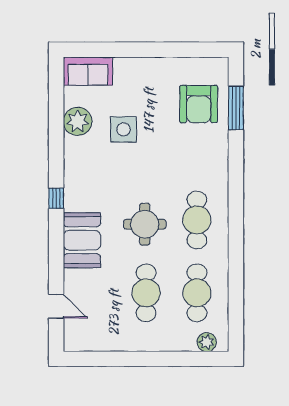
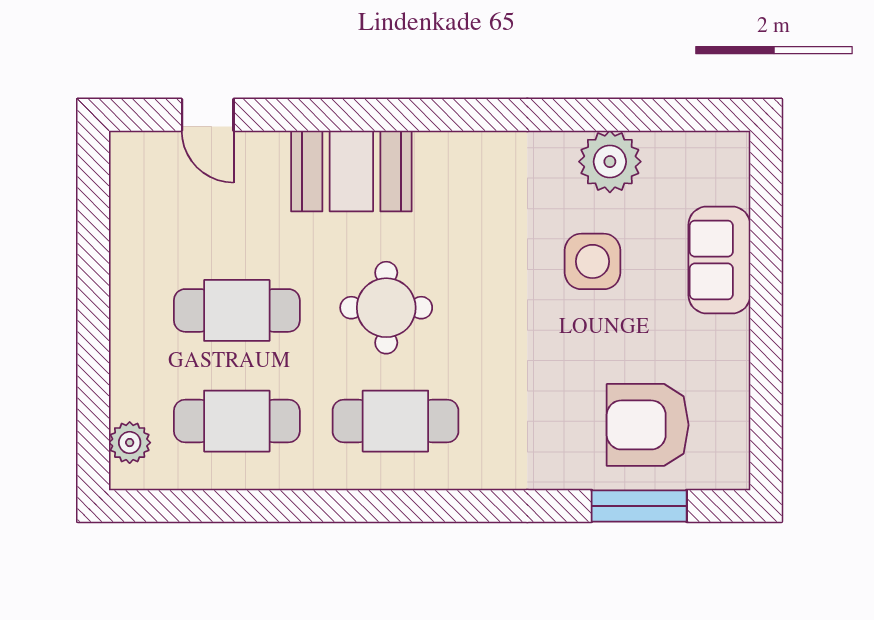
sofa: (88, 71) -> (719, 260), moved
window: (56, 198) -> (443, 115), removed
door: (56, 306) -> (208, 115), hinge flipped

